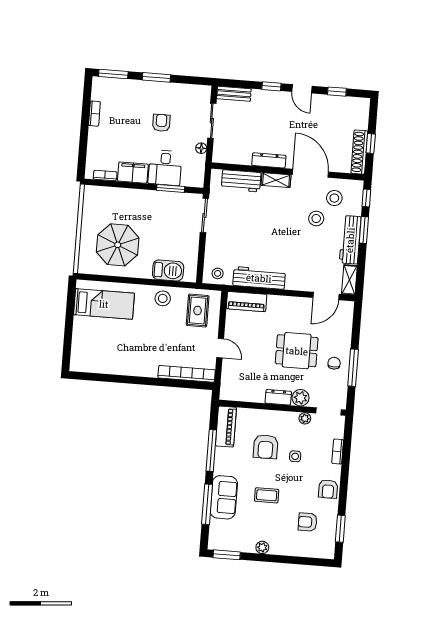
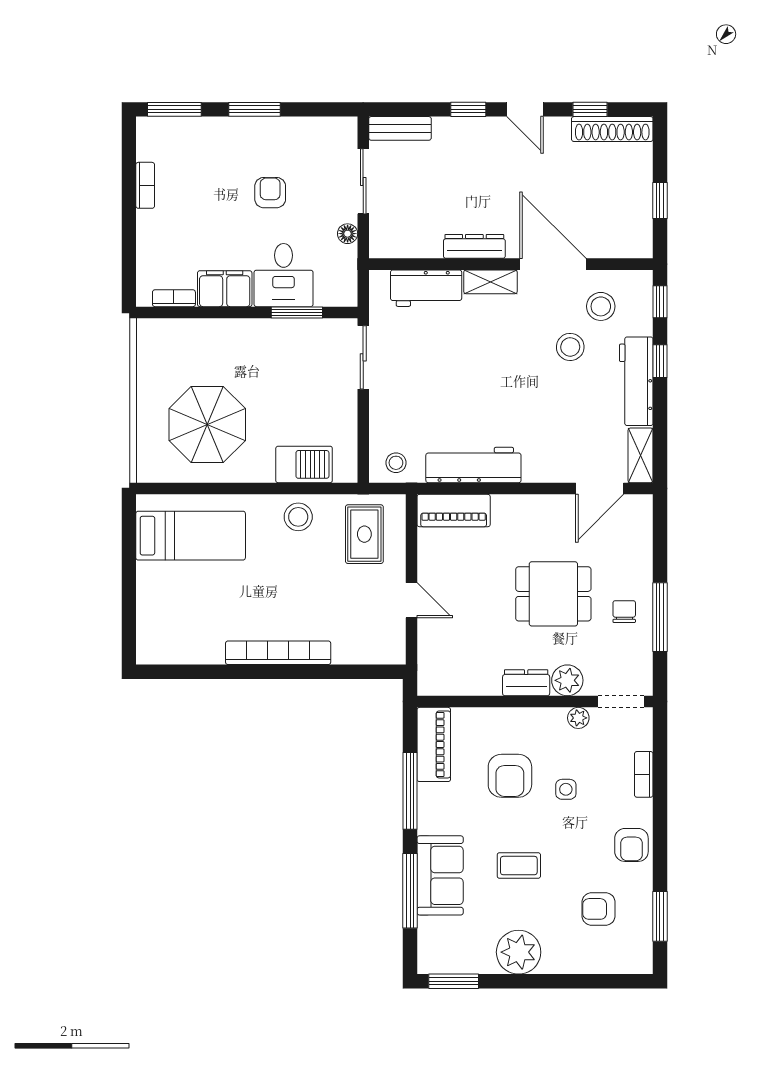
shoe rack: (359, 152) -> (612, 129), moved, turned -90
window: (364, 230) -> (660, 361), width x0.67
bookcase: (187, 374) -> (278, 653), moved
plant: (262, 547) -> (519, 952), width x1.88, depth x1.88

